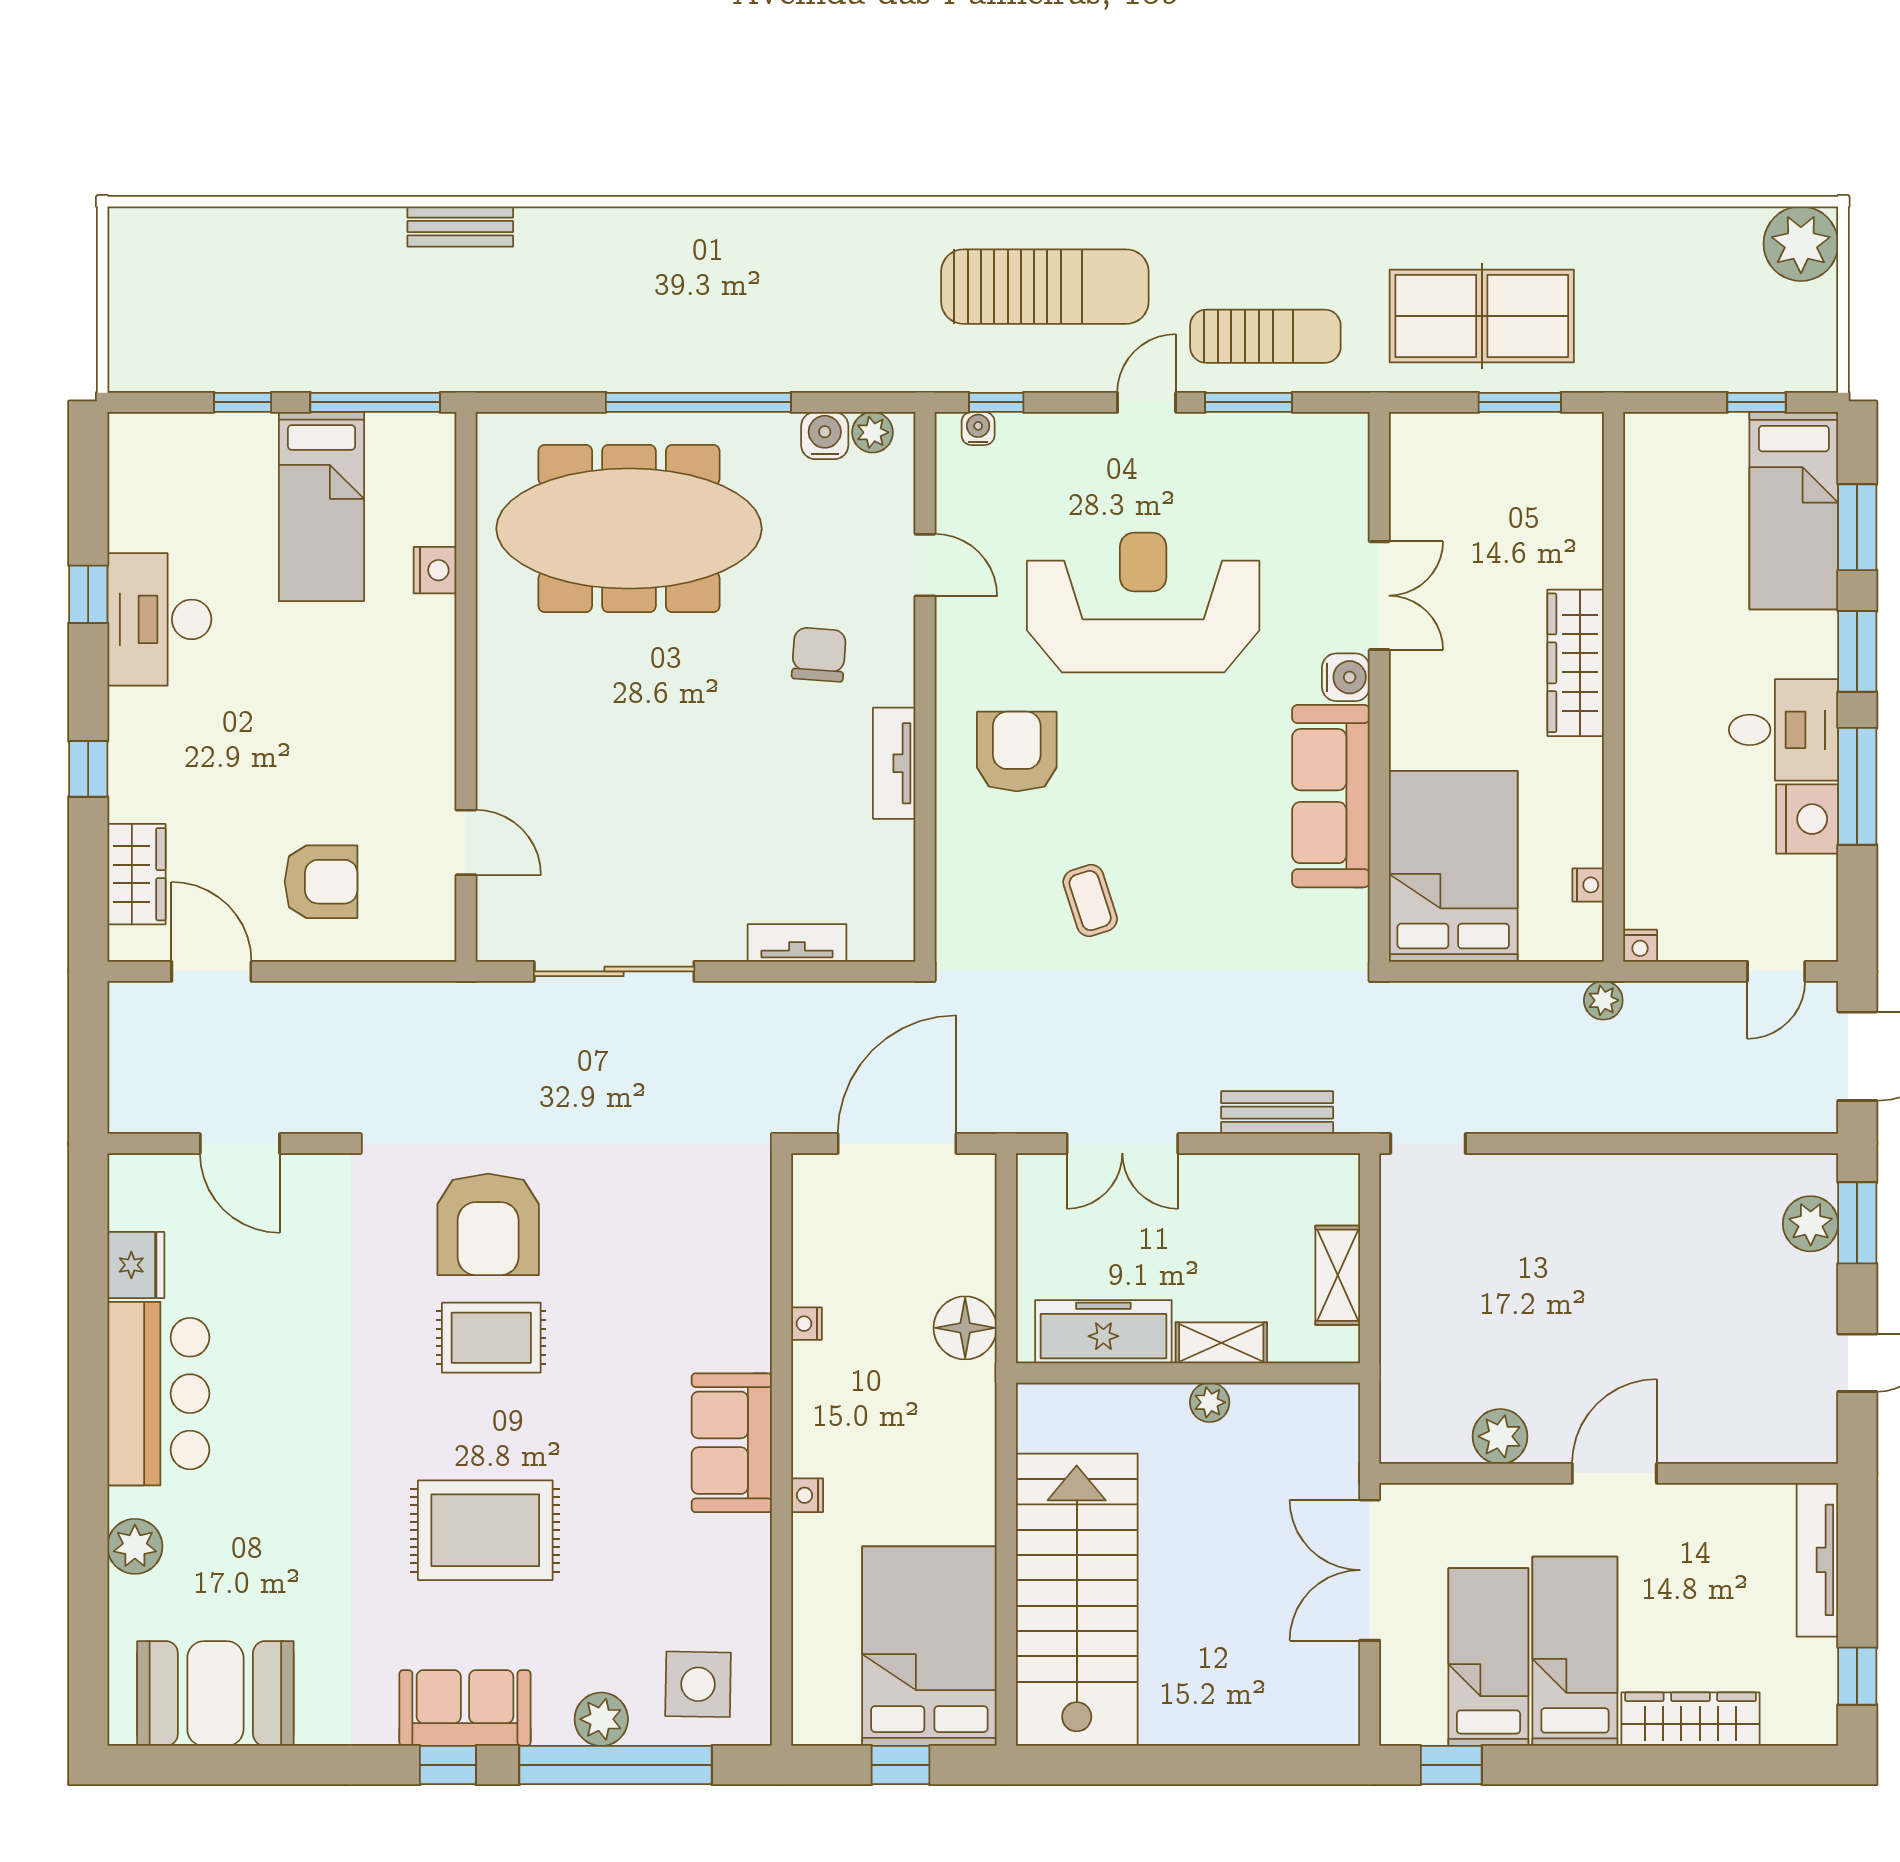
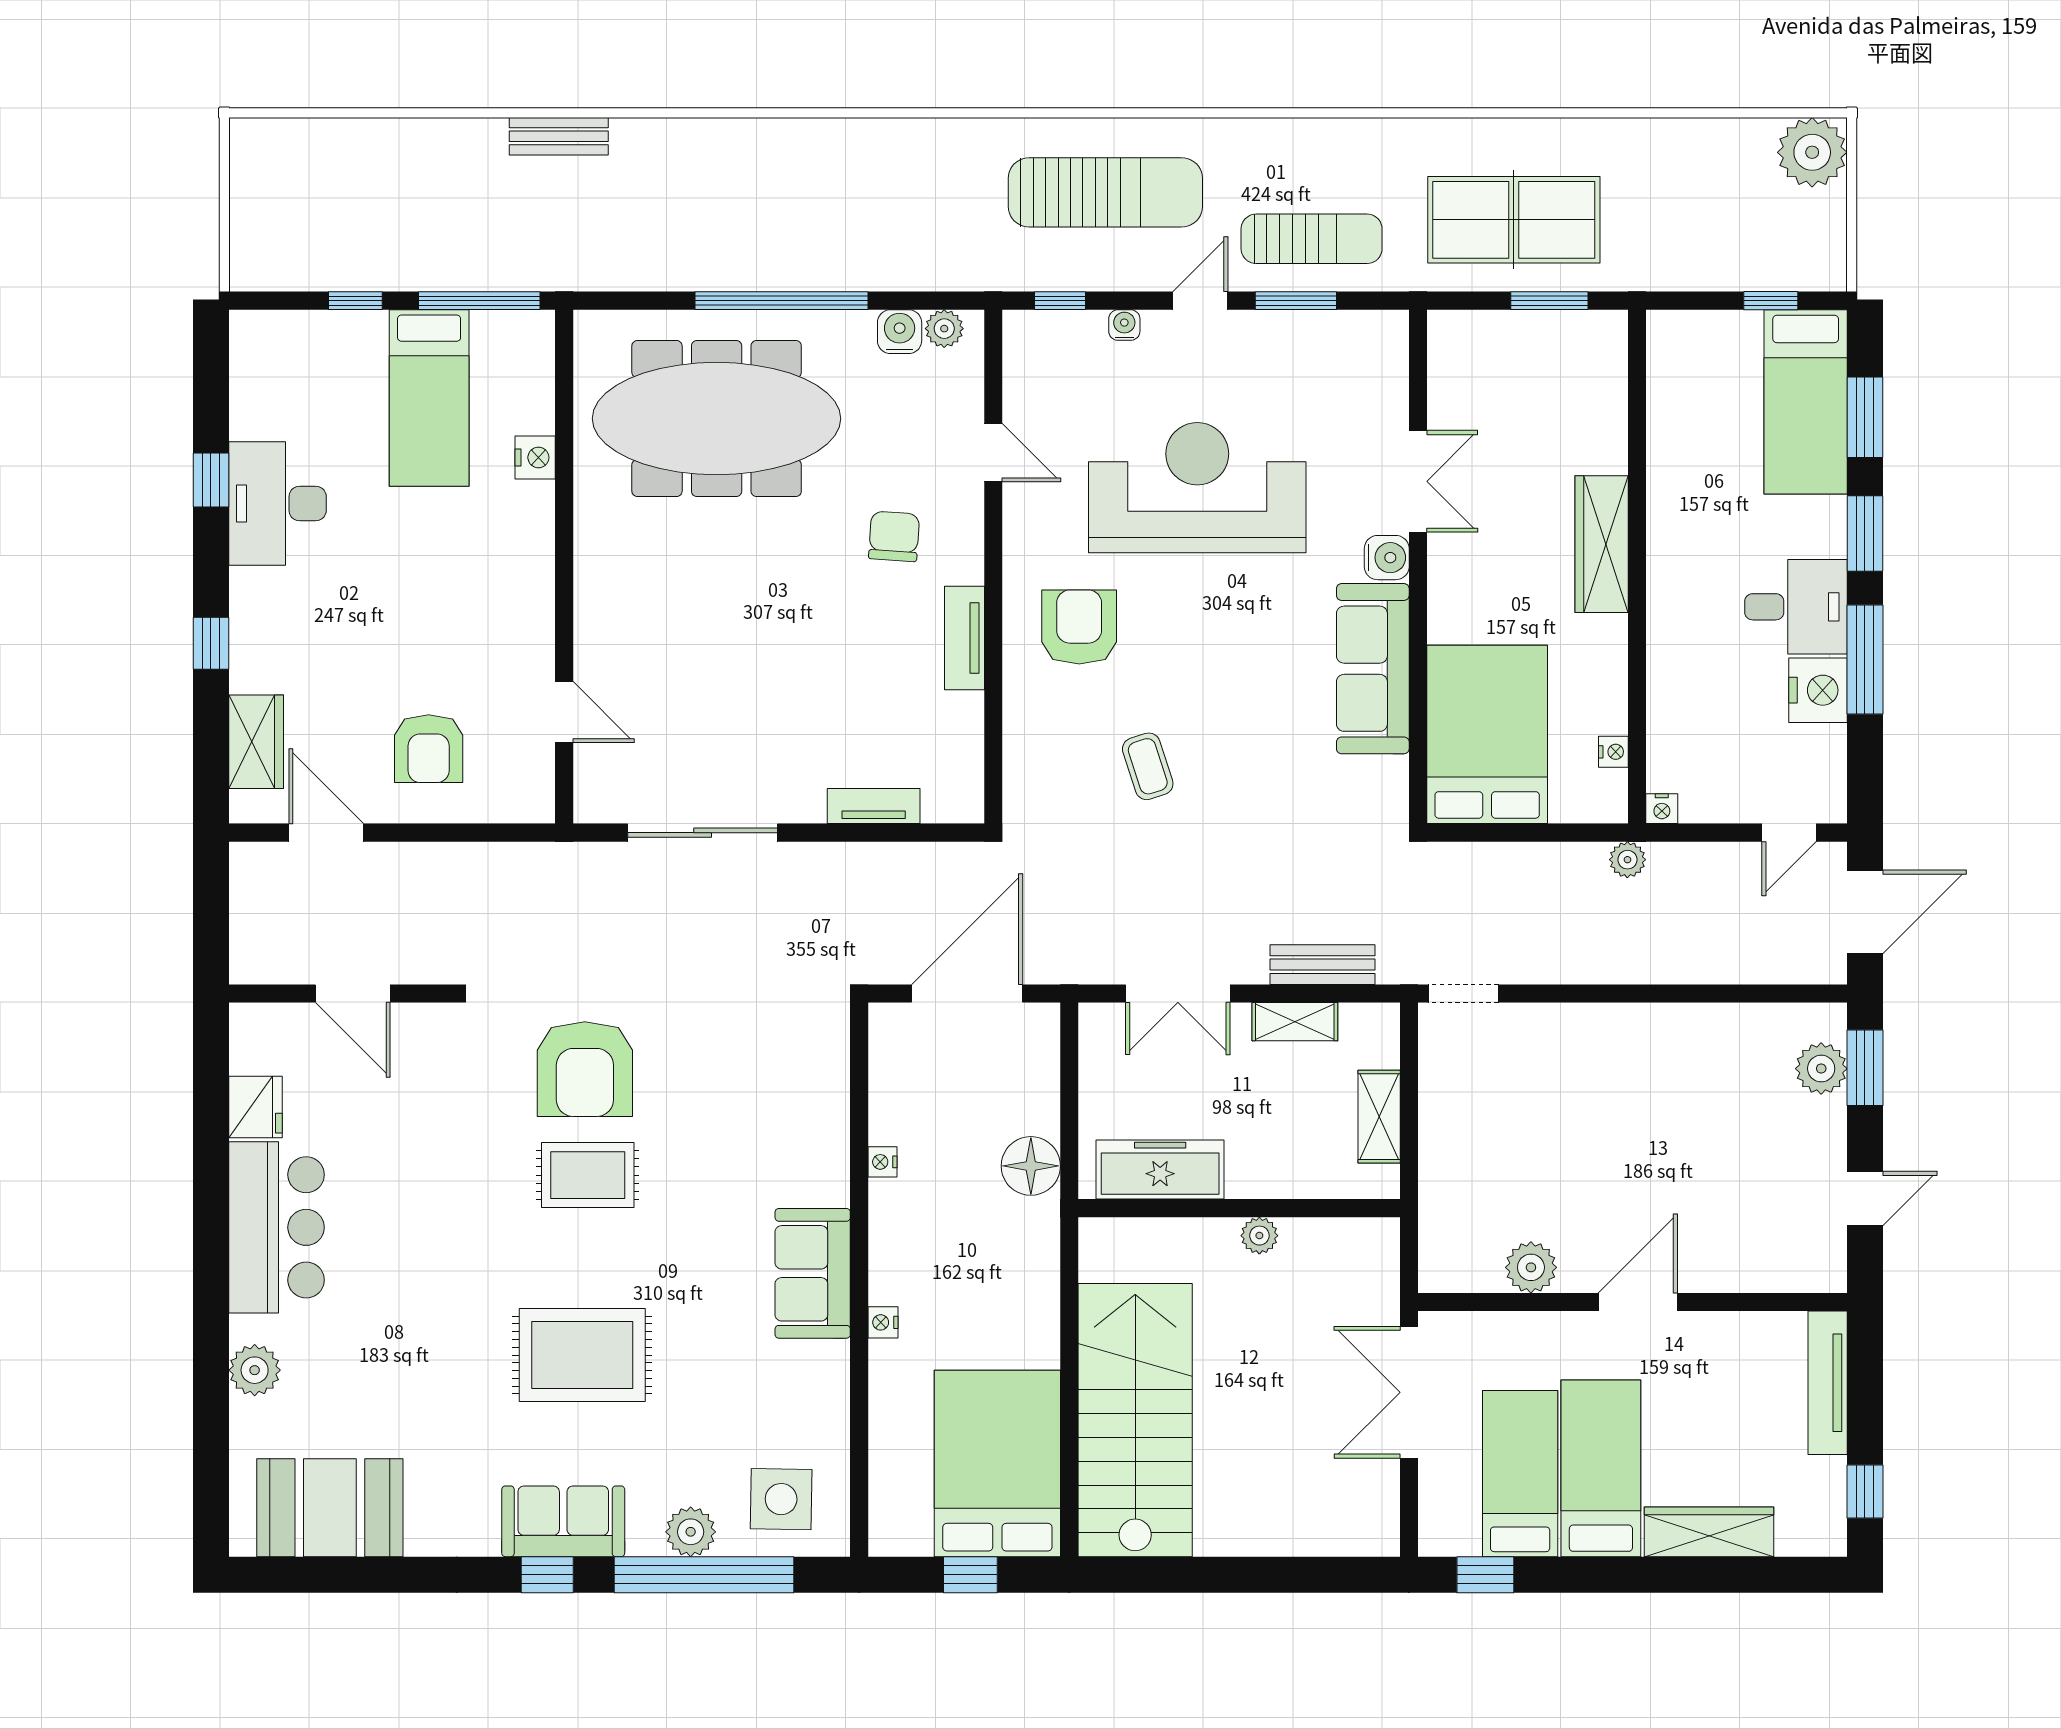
water cooler: (978, 428) -> (1124, 325), moved
armchair: (321, 882) -> (429, 749), turned 90
shelving: (1221, 1343) -> (1295, 1022), moved

